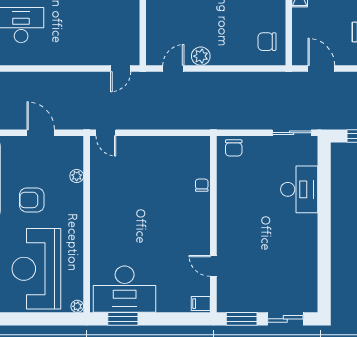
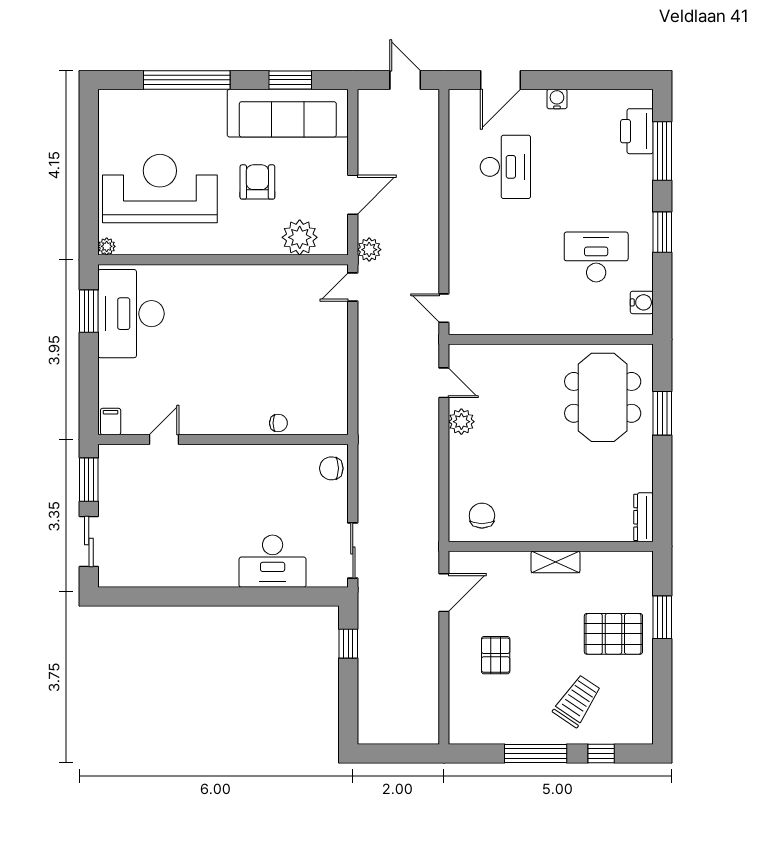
plant: (79, 121) -> (369, 250), added
plant: (77, 176) -> (300, 237), width x1.87, depth x1.87

